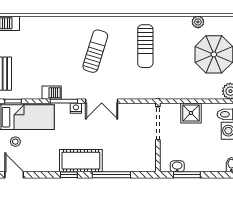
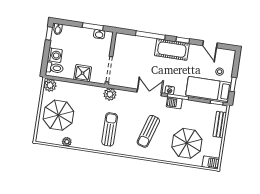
parasol: (43, 43) -> (187, 143), added
plant: (152, 91) -> (110, 94), added
barbecue: (52, 93) -> (174, 103), moved
door: (14, 175) -> (210, 44), moved

